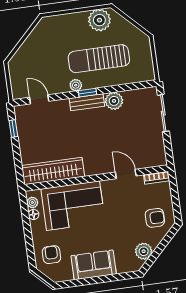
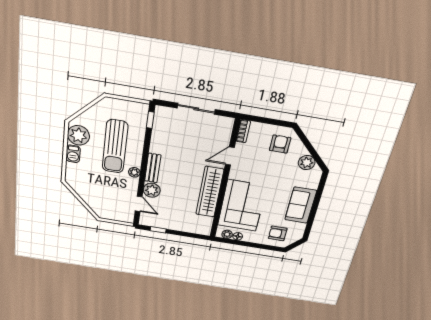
barbecue: (77, 19) -> (73, 154), added
window: (88, 93) -> (150, 120), moved
door: (39, 99) -> (139, 204), swing flipped
plant: (114, 101) -> (152, 190), moved
sliding door: (163, 113) -> (196, 109), moved
wardrobe: (53, 171) -> (210, 192), moved

